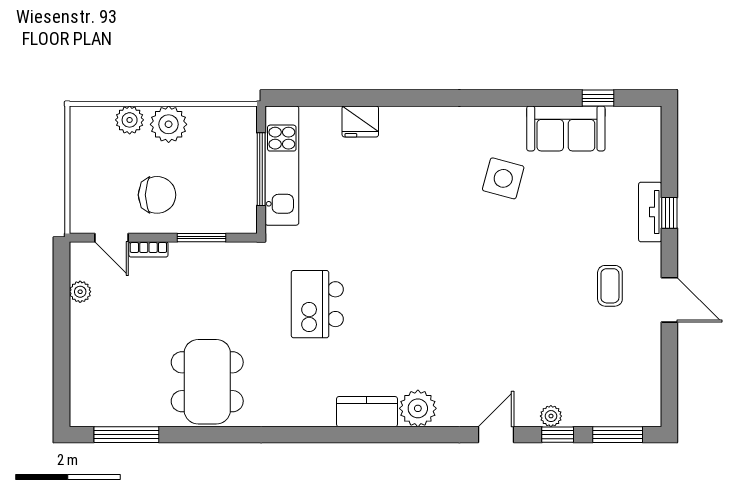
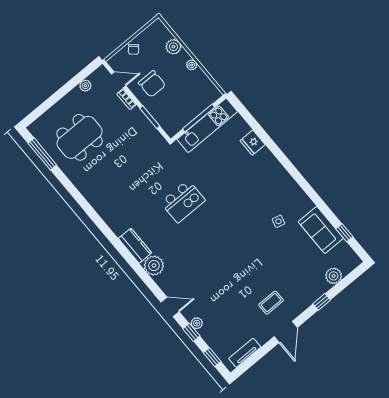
plant: (169, 124) -> (192, 65), width x0.53, depth x0.53
plant: (646, 165) -> (334, 276), added
side table: (503, 178) -> (278, 221), width x0.54, depth x0.54
chair: (86, 180) -> (134, 49), added
tv unit: (650, 212) -> (245, 353), moved
door: (111, 238) -> (119, 80), swing flipped
kitchen island: (317, 304) -> (183, 201), moved, turned 180
dining table: (207, 382) -> (80, 137), moved
window: (618, 435) -> (212, 357), width x0.67

